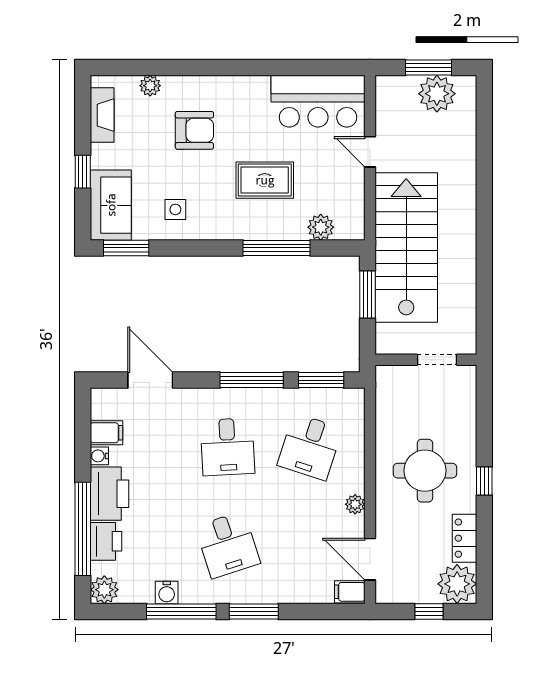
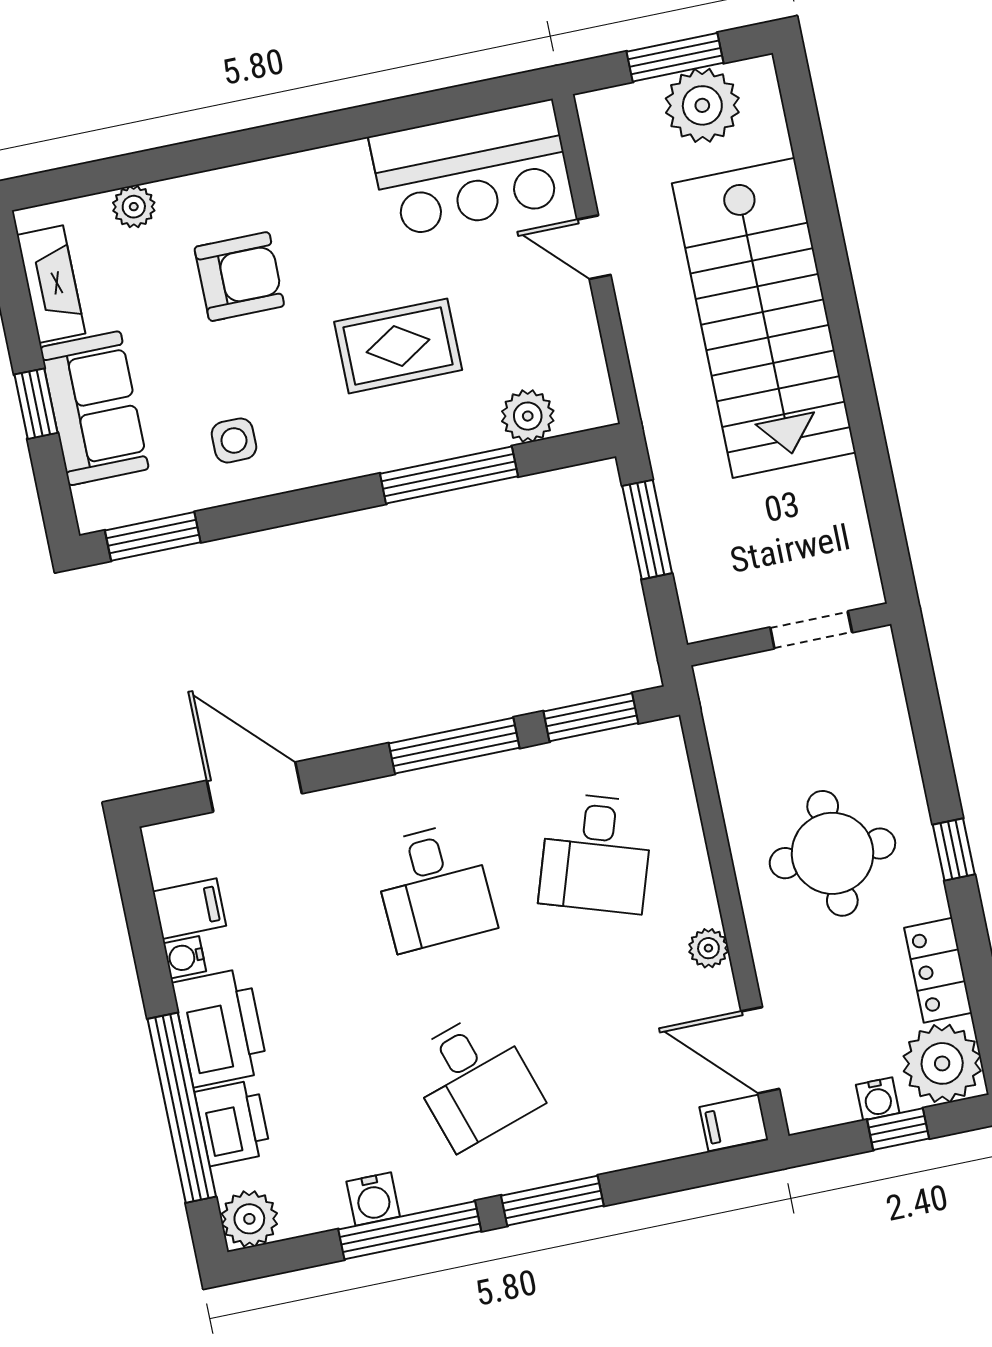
sofa: (111, 205) -> (94, 408), moved
stairs: (406, 248) -> (764, 318), moved, turned 180
water cooler: (422, 595) -> (878, 1099), added

